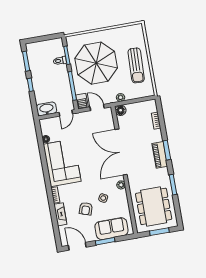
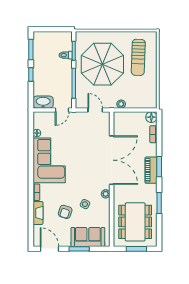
sun lounger: (136, 65) -> (138, 57), moved
barbecue: (82, 101) -> (81, 101), removed
floor lamp: (121, 110) -> (151, 117), moved
double door: (121, 152) -> (112, 160), swing flipped

